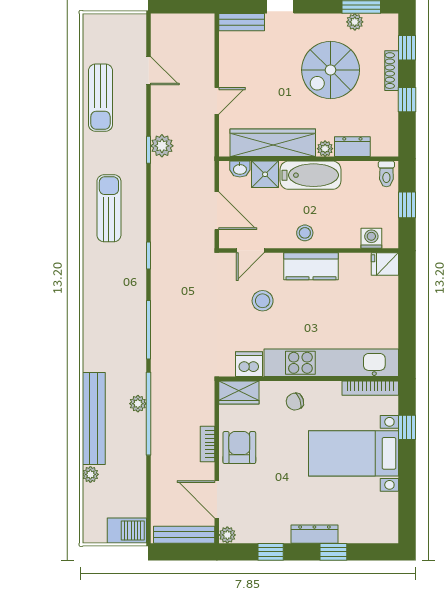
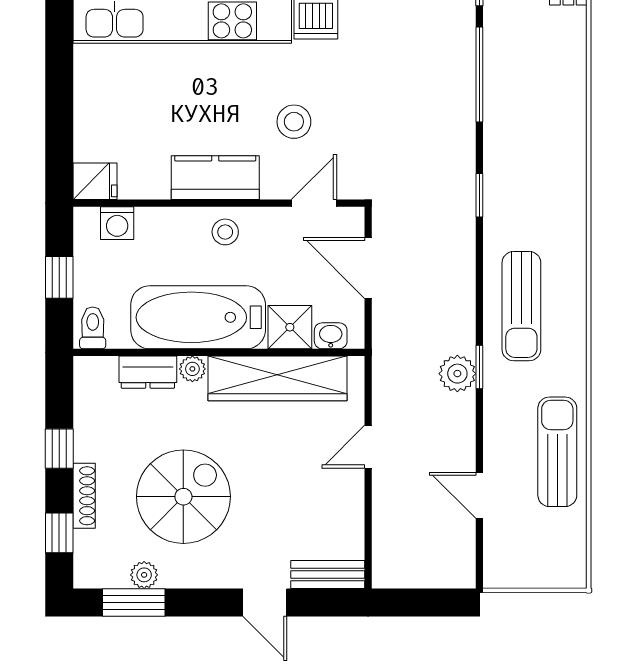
bathtub: (311, 175) -> (198, 317), width x1.36, depth x1.36
sun lounger: (109, 208) -> (521, 306), moved

